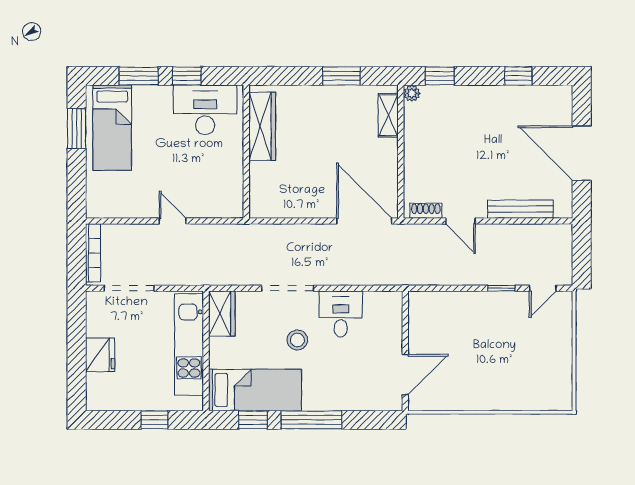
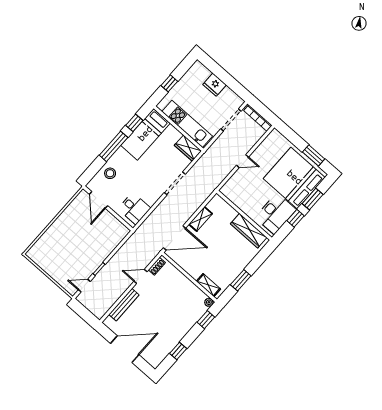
bed: (112, 128) -> (294, 178), width x2.04
shelving: (306, 208) -> (201, 219), added
door: (543, 288) -> (84, 286), hinge flipped
desk: (341, 314) -> (134, 208), moved
stool: (297, 340) -> (110, 173), moved

